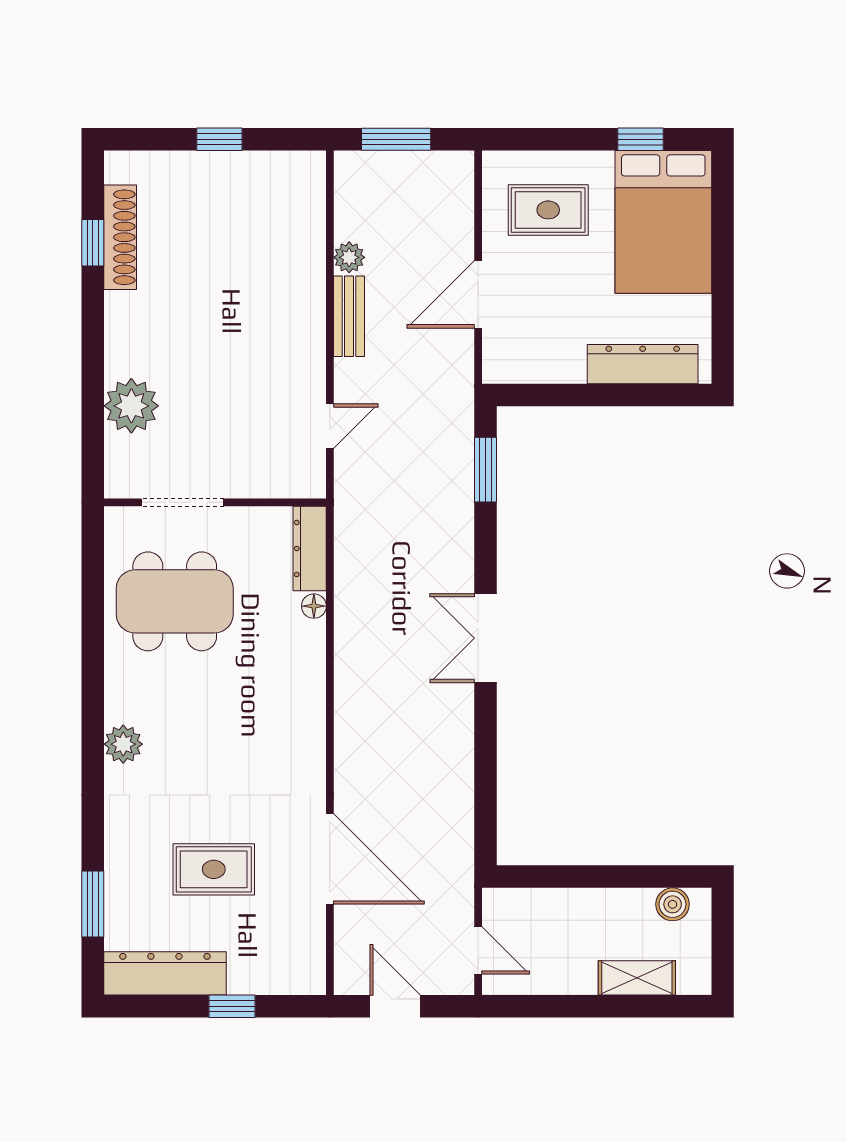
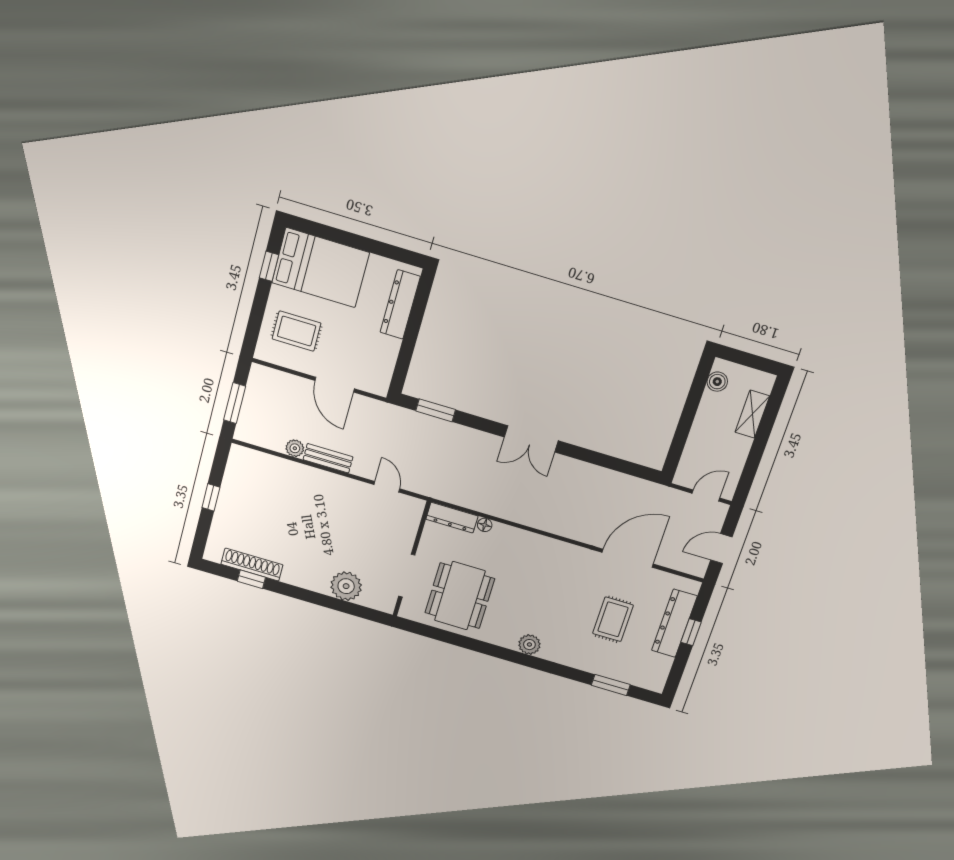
rug: (548, 210) -> (297, 331), turned 90
dresser: (165, 973) -> (674, 623), moved

